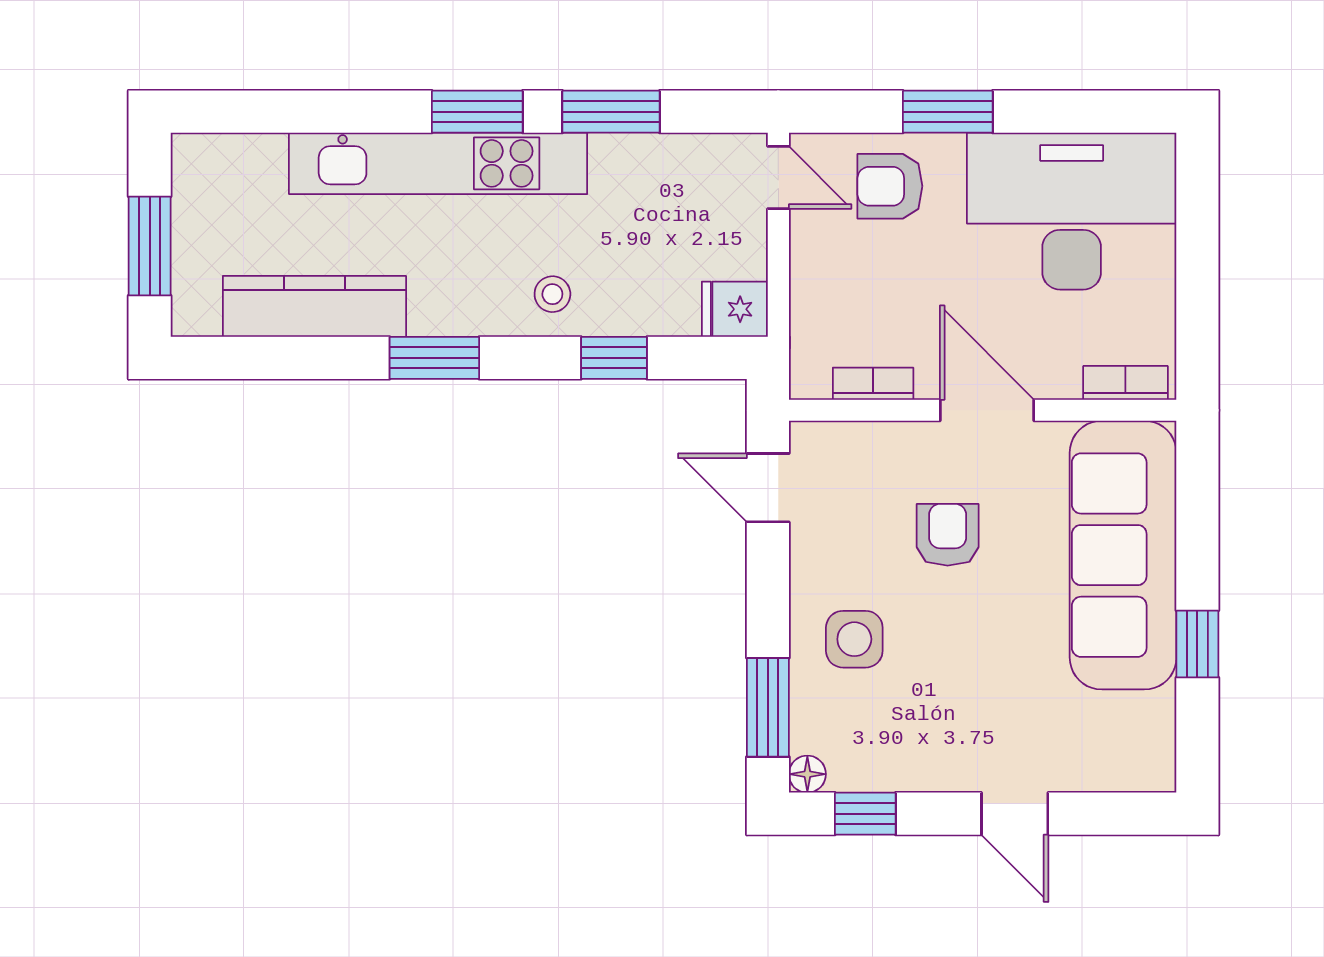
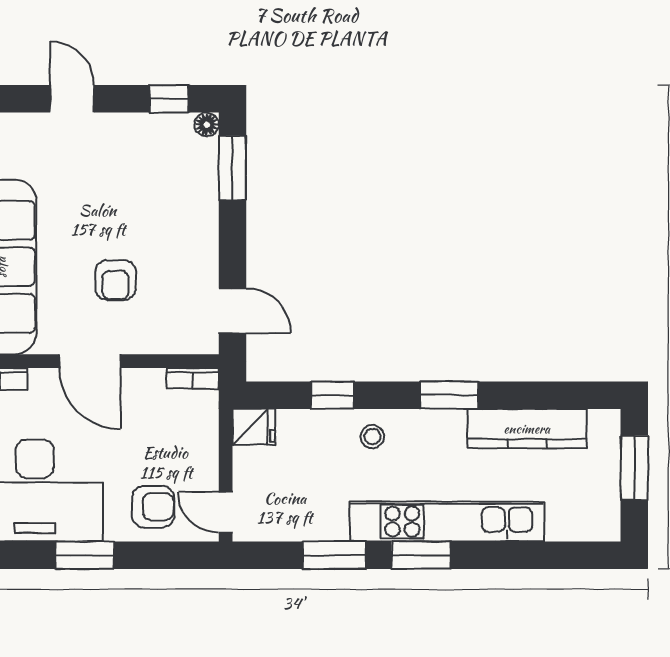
window: (948, 112) -> (85, 555), moved
bookcase: (873, 384) -> (193, 378), moved
side table: (854, 639) -> (176, 212), removed

